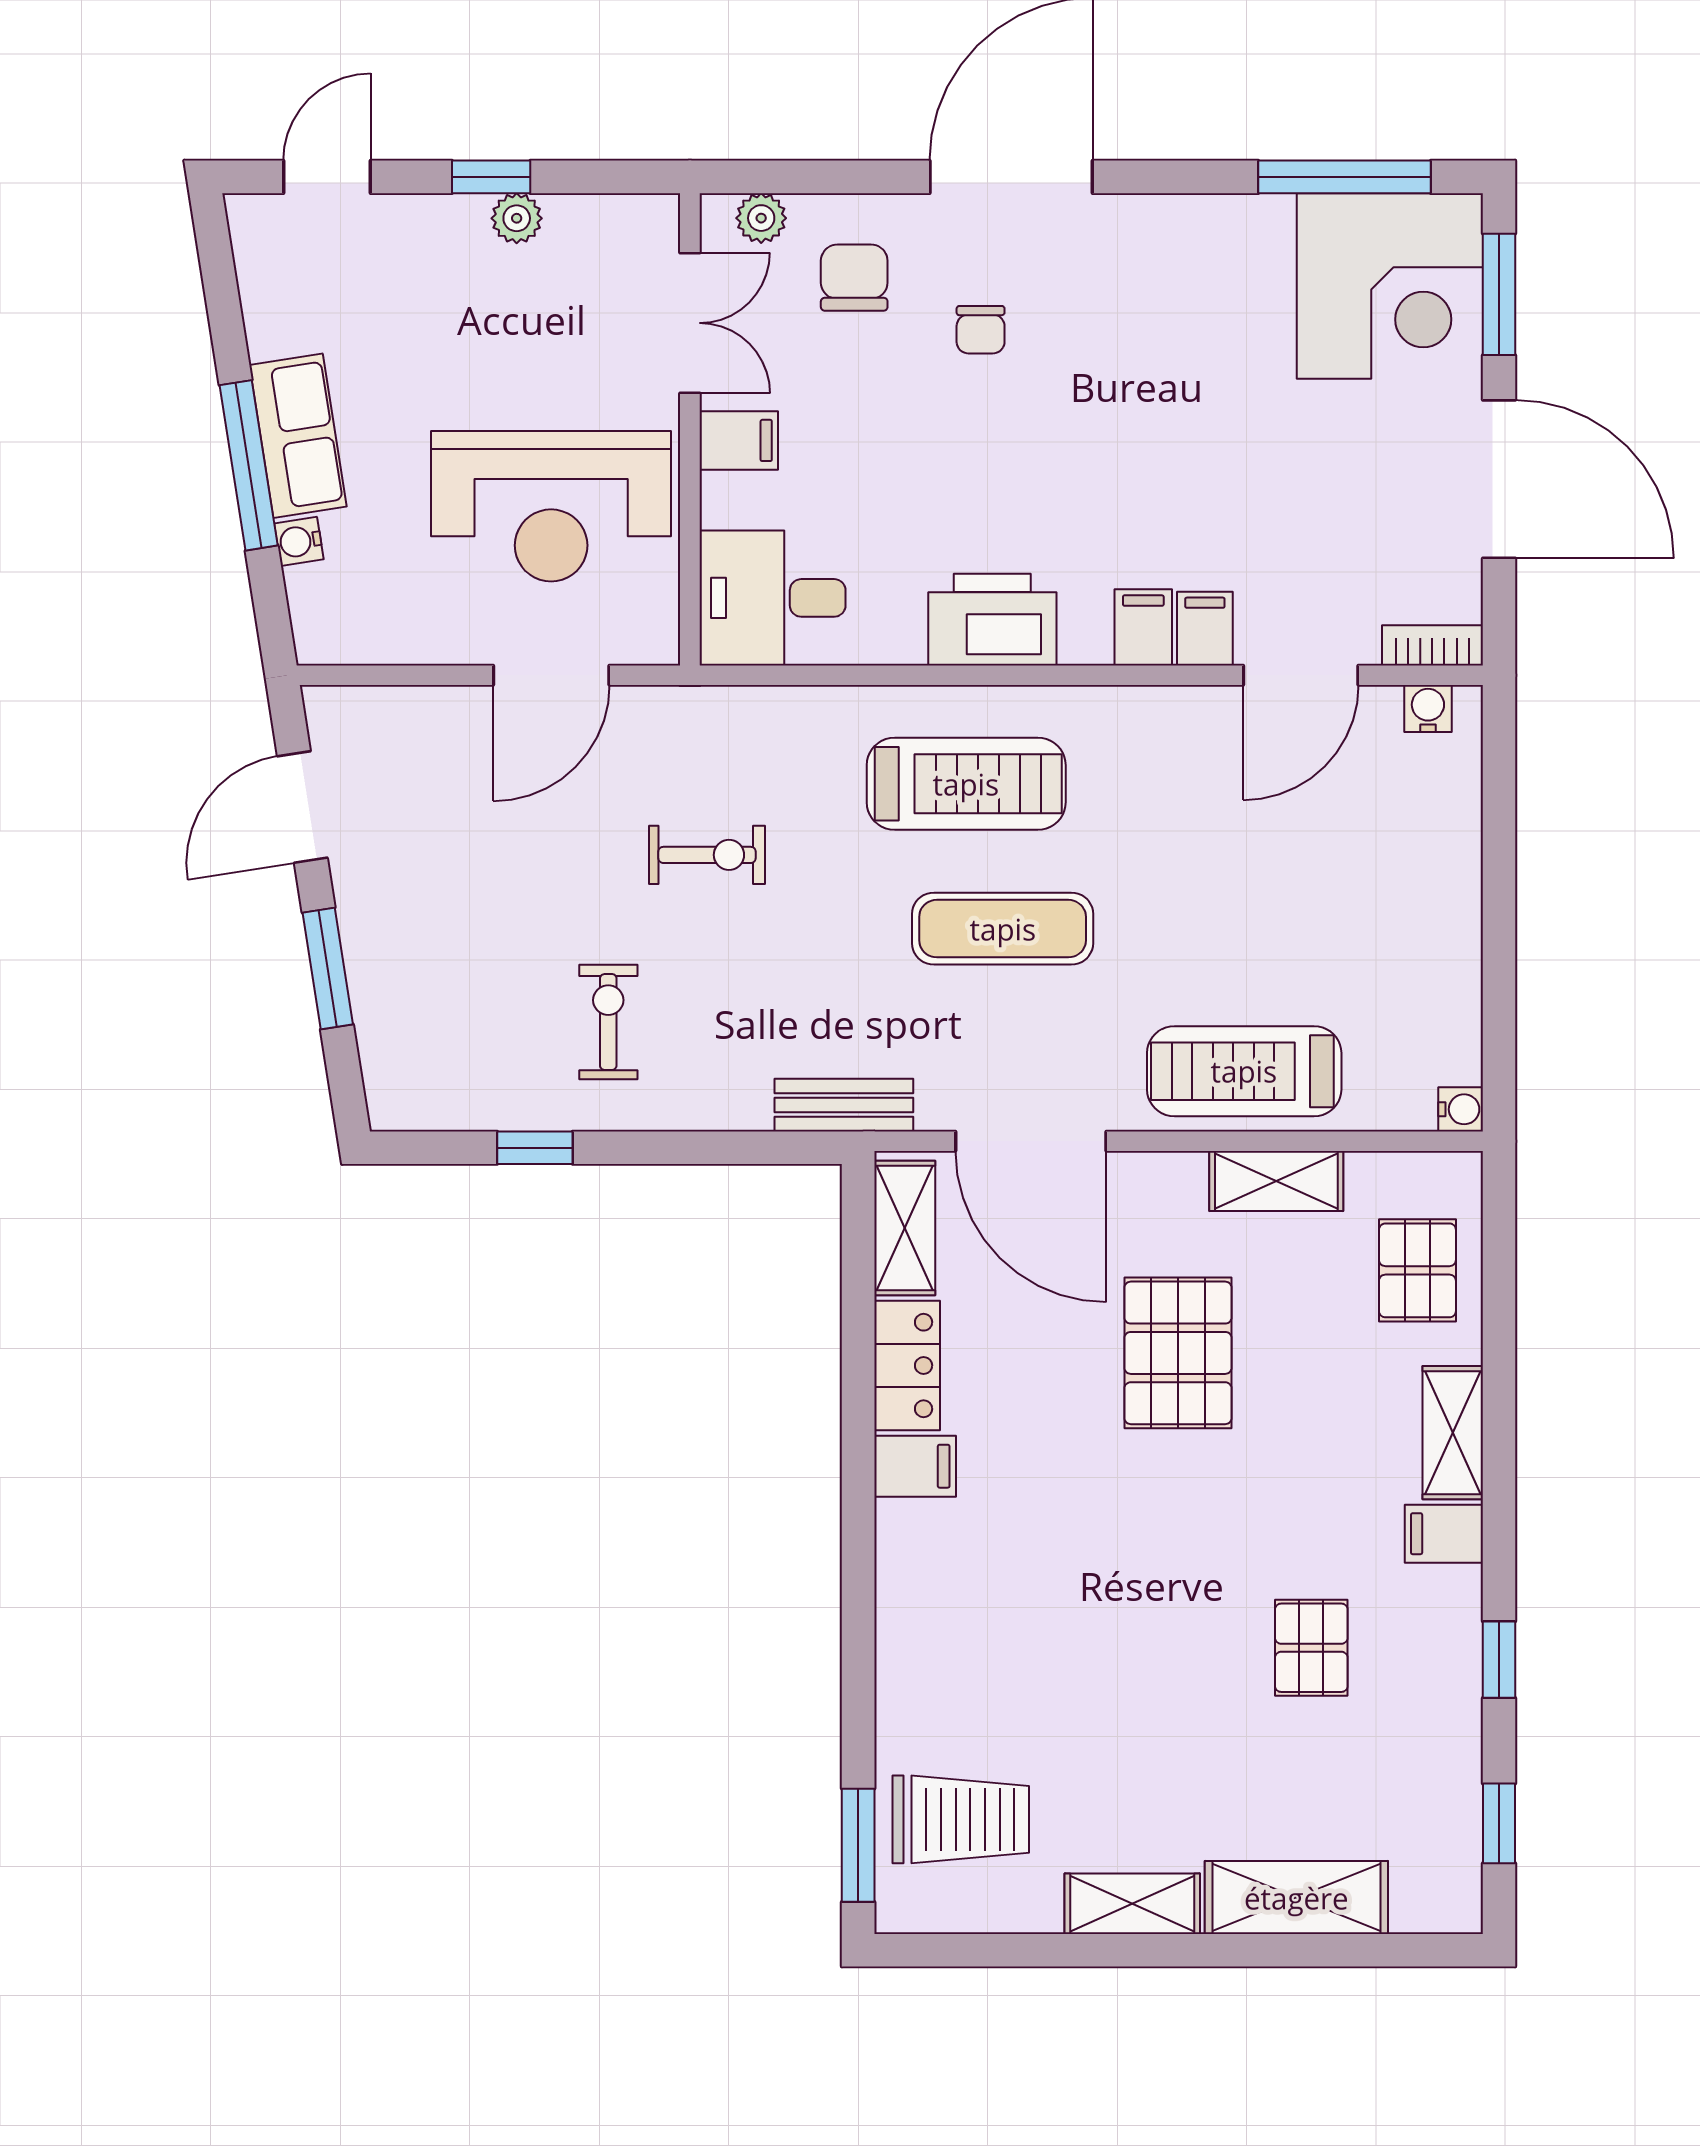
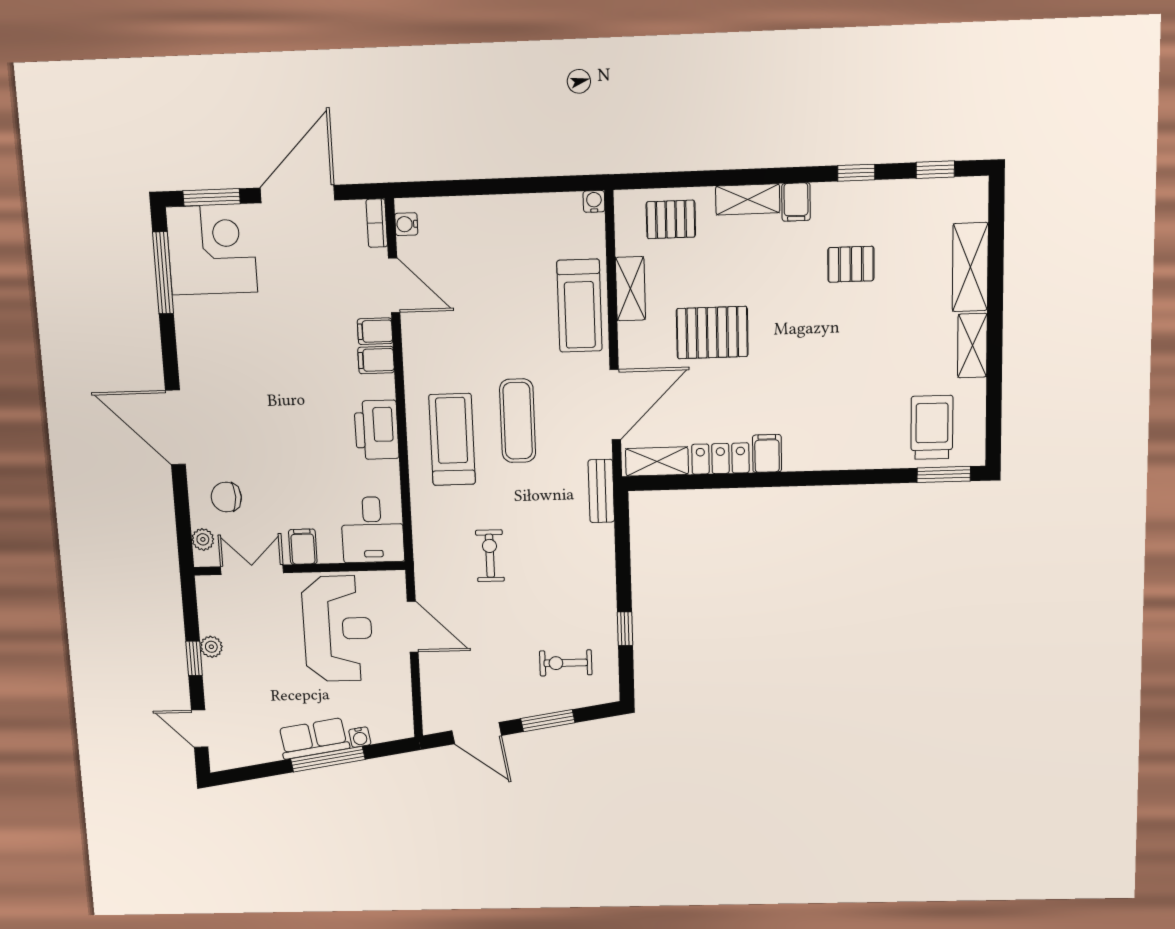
chair: (981, 330) -> (245, 439), removed
exercise bike: (608, 1022) -> (566, 663), moved

